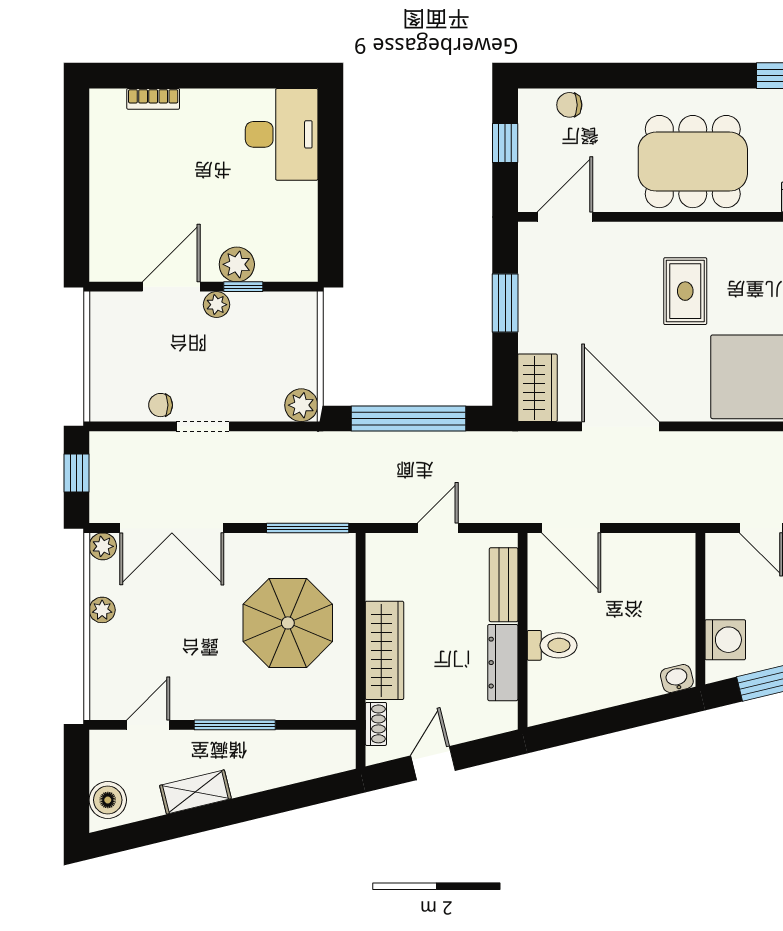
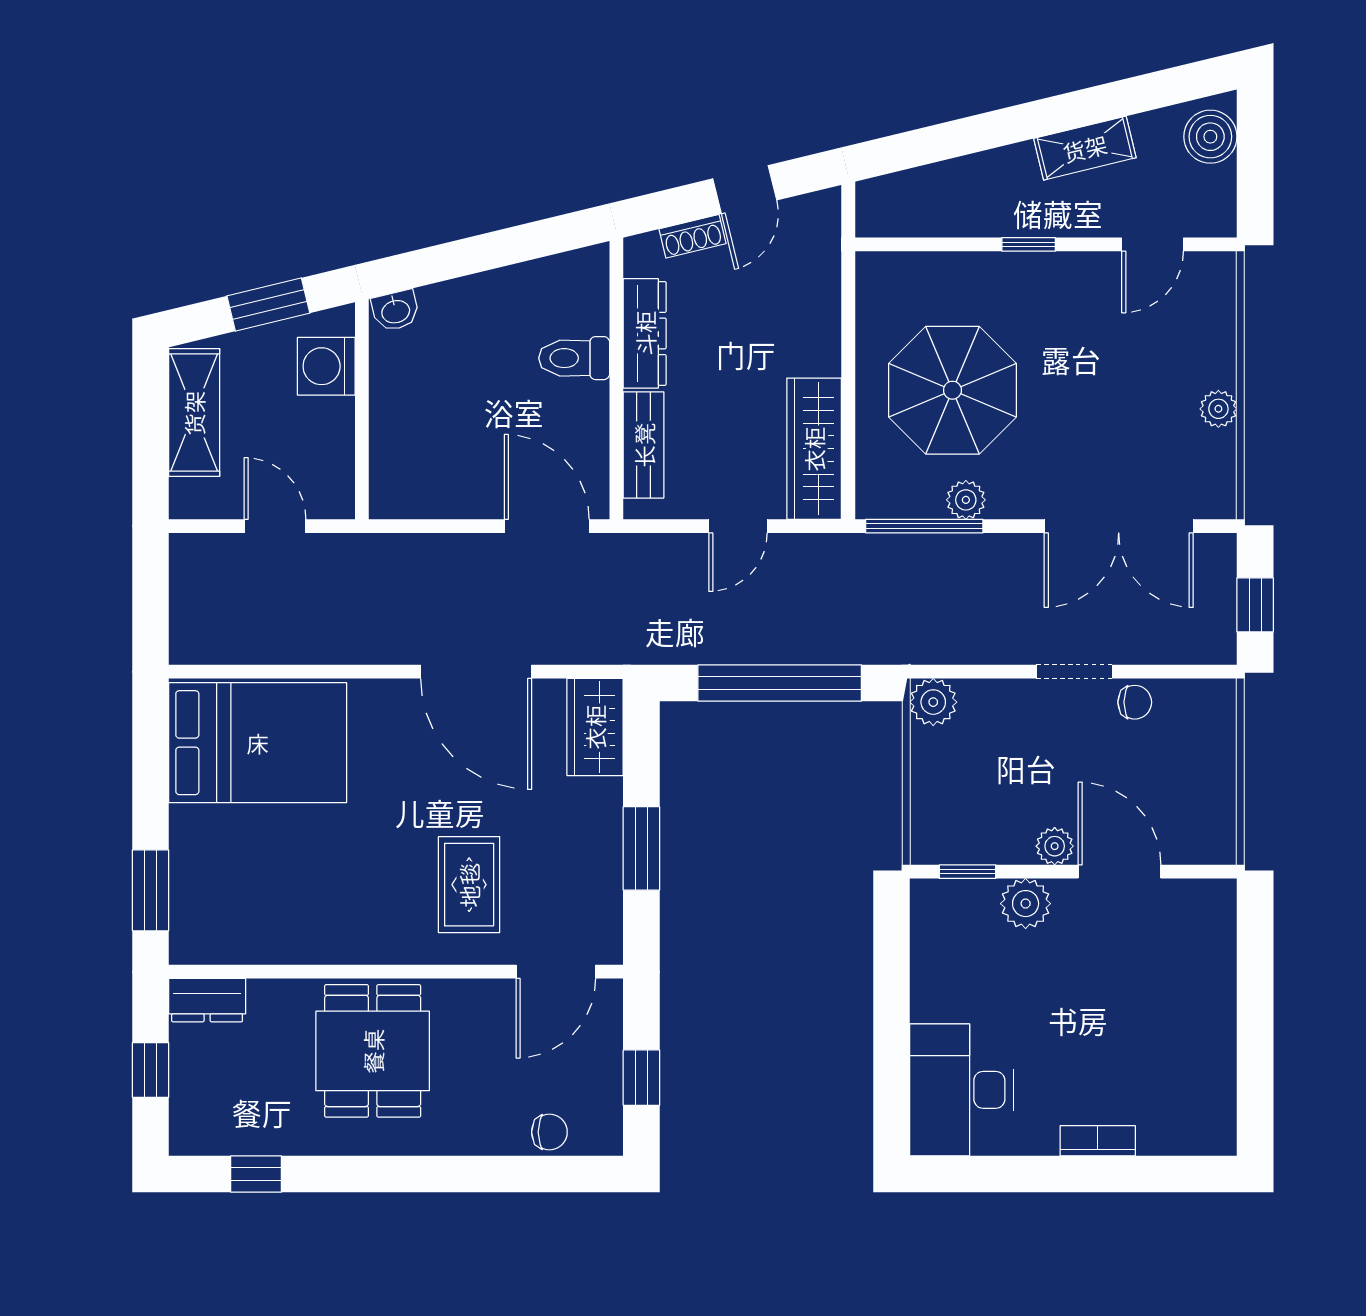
bookcase: (153, 99) -> (1098, 1141), moved
dining table: (693, 162) -> (373, 1051), width x0.73
door: (171, 287) -> (1120, 872), swing flipped
window: (243, 287) -> (968, 872), moved
rug: (685, 291) -> (469, 885), moved
double door: (172, 528) -> (1119, 526), swing flipped
plant: (103, 546) -> (966, 500), moved
wardrobe: (384, 650) -> (814, 449), moved
shoe rack: (376, 724) -> (692, 236), moved, turned -104
window: (235, 725) -> (1029, 244), width x0.46

